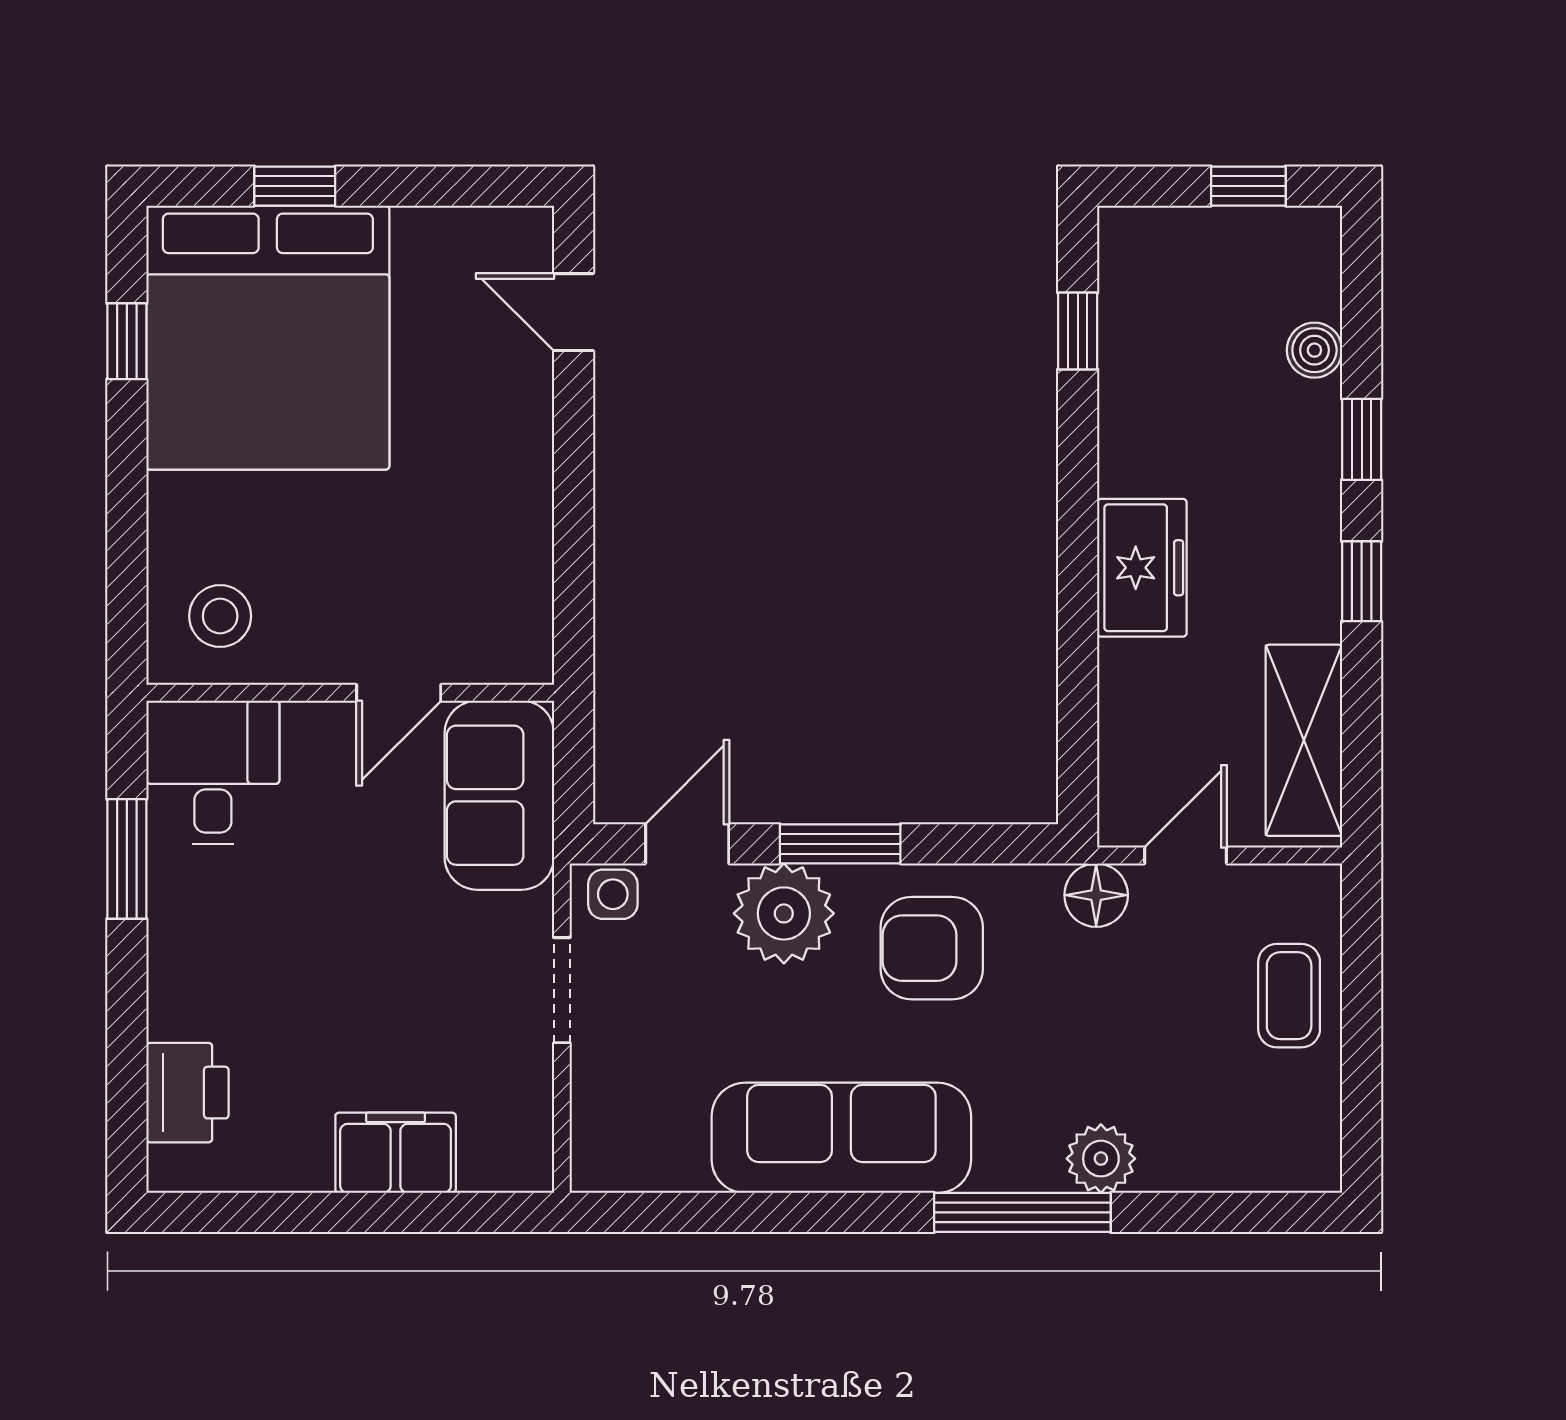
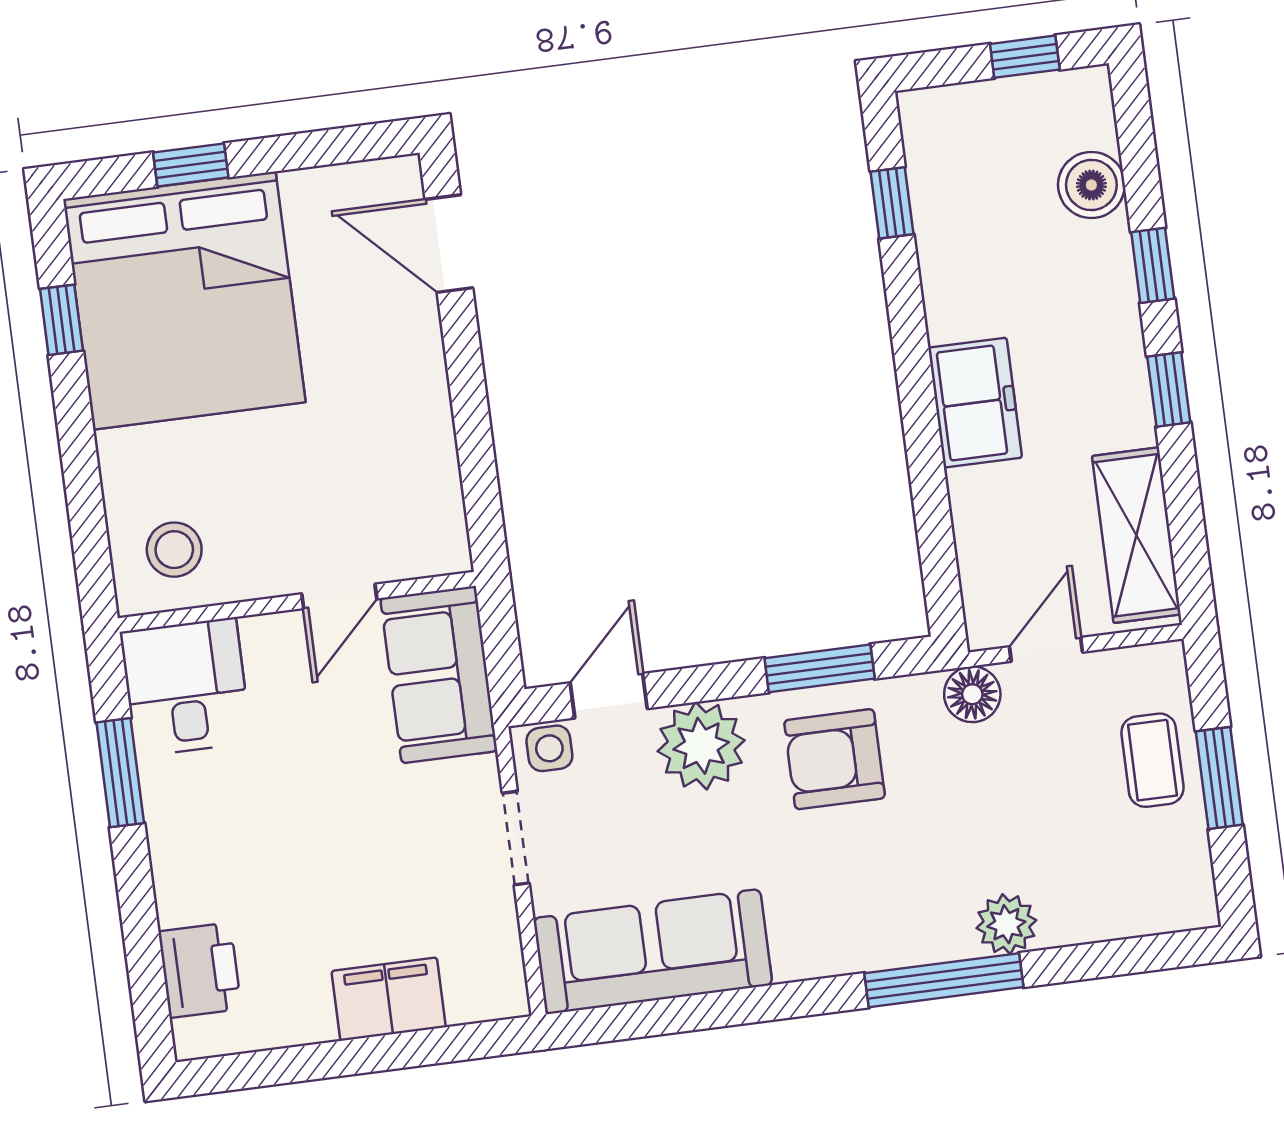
door: (574, 312) -> (449, 244), width x1.38
boiler: (1314, 350) -> (1091, 185), width x1.36, depth x1.36
window: (840, 844) -> (820, 668), moved
window: (1362, 1025) -> (1219, 778), added
sofa: (841, 1138) -> (653, 952), moved

